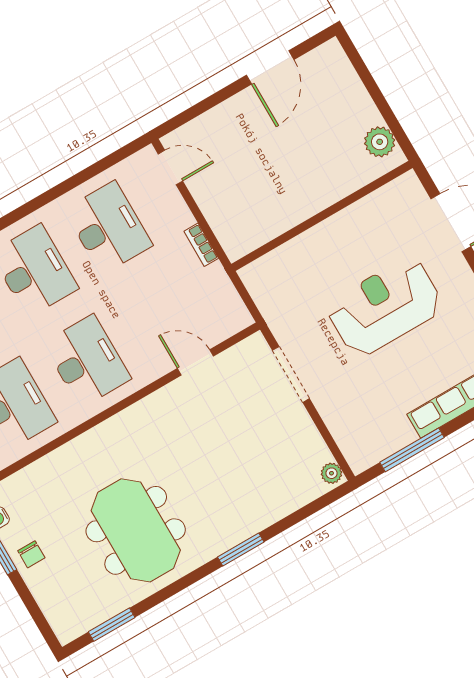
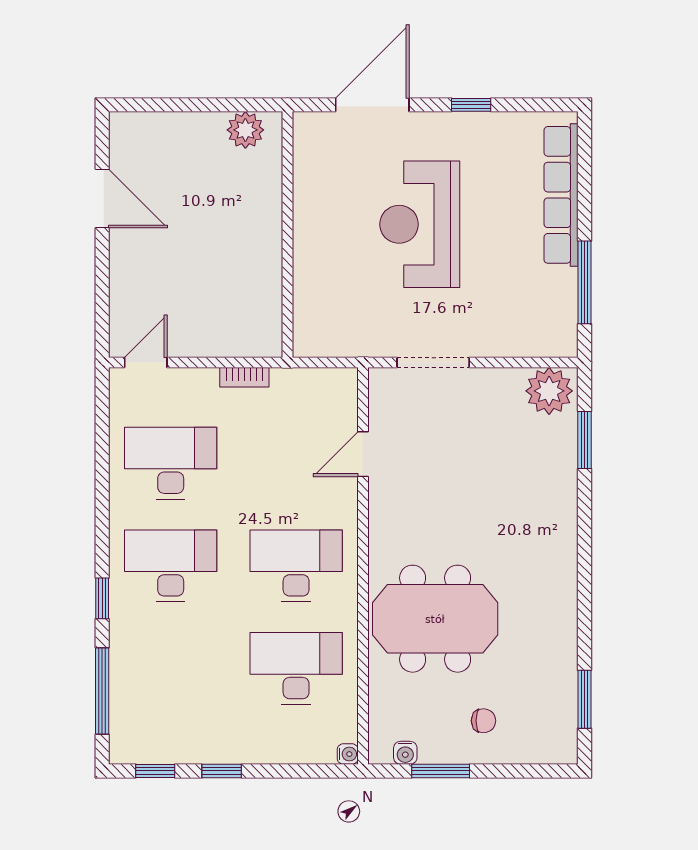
plant: (332, 473) -> (549, 391), width x1.88, depth x1.88
meeting table: (136, 530) -> (435, 619), moved
window: (241, 550) -> (584, 440), moved
chair: (31, 554) -> (484, 721), moved

